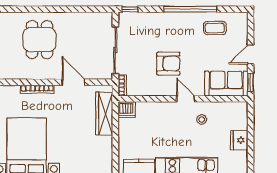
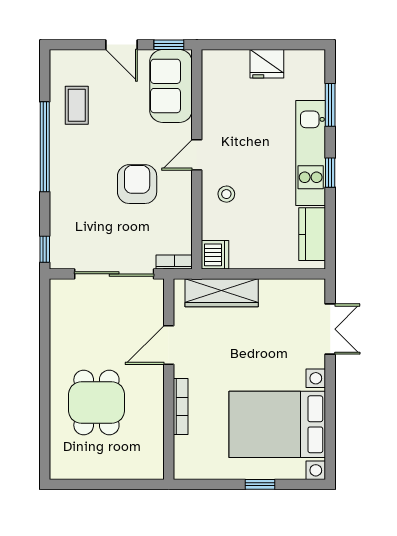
dining table: (40, 40) -> (96, 402), turned 90
stool: (202, 119) -> (226, 194), moved

